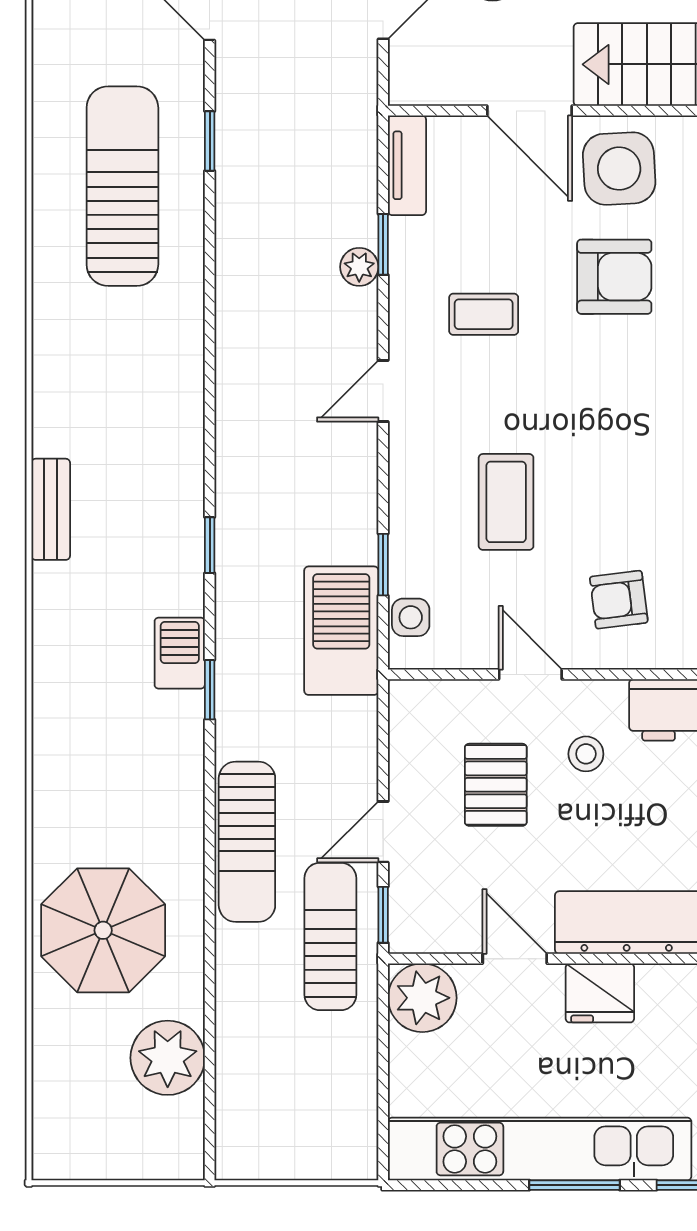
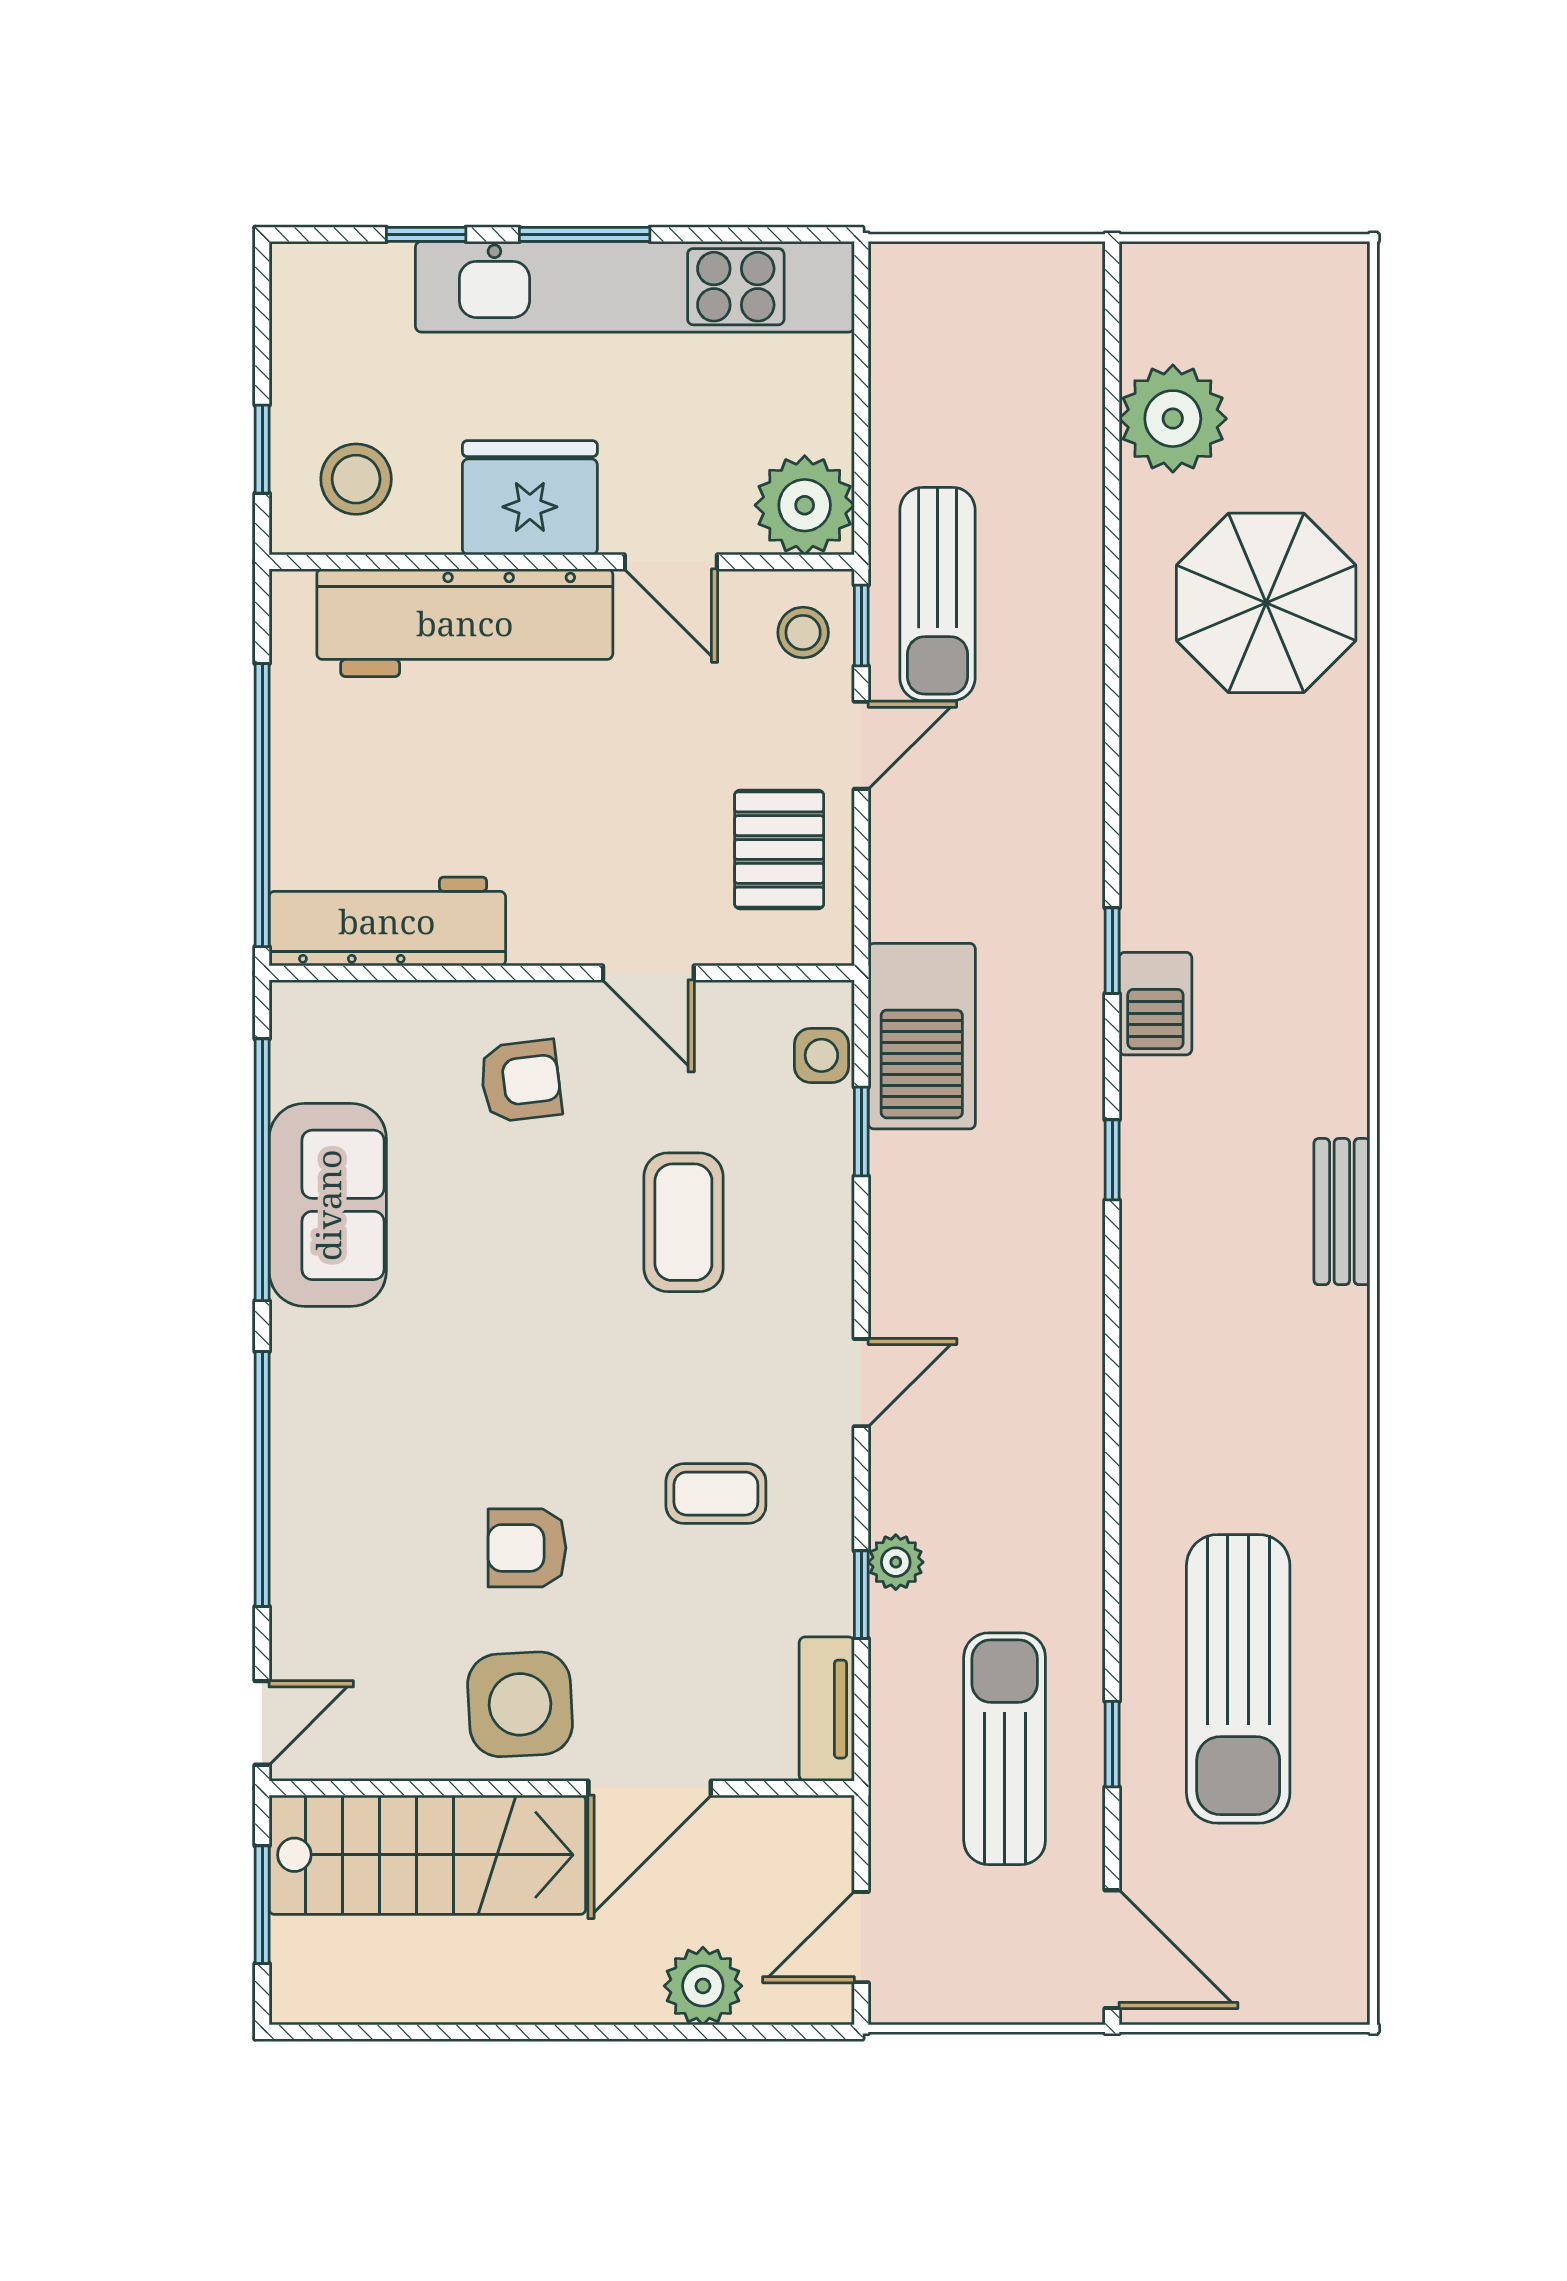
door: (529, 111) -> (650, 1788), swing flipped
armchair: (614, 277) -> (527, 1548), width x0.72, depth x0.72
stool: (586, 754) -> (803, 633), moved
pallet: (496, 785) -> (779, 849), moved
sun lounger: (247, 842) -> (1005, 1749), moved
fridge: (600, 993) -> (530, 498), width x1.36, depth x1.34

